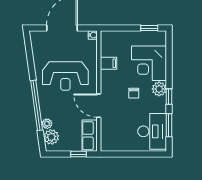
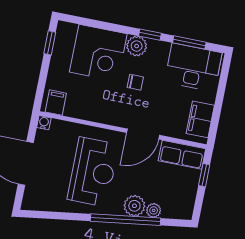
filing cabinet: (108, 63) -> (56, 103), moved
plant: (51, 137) -> (134, 206), moved
filing cabinet: (117, 144) -> (200, 119), added

